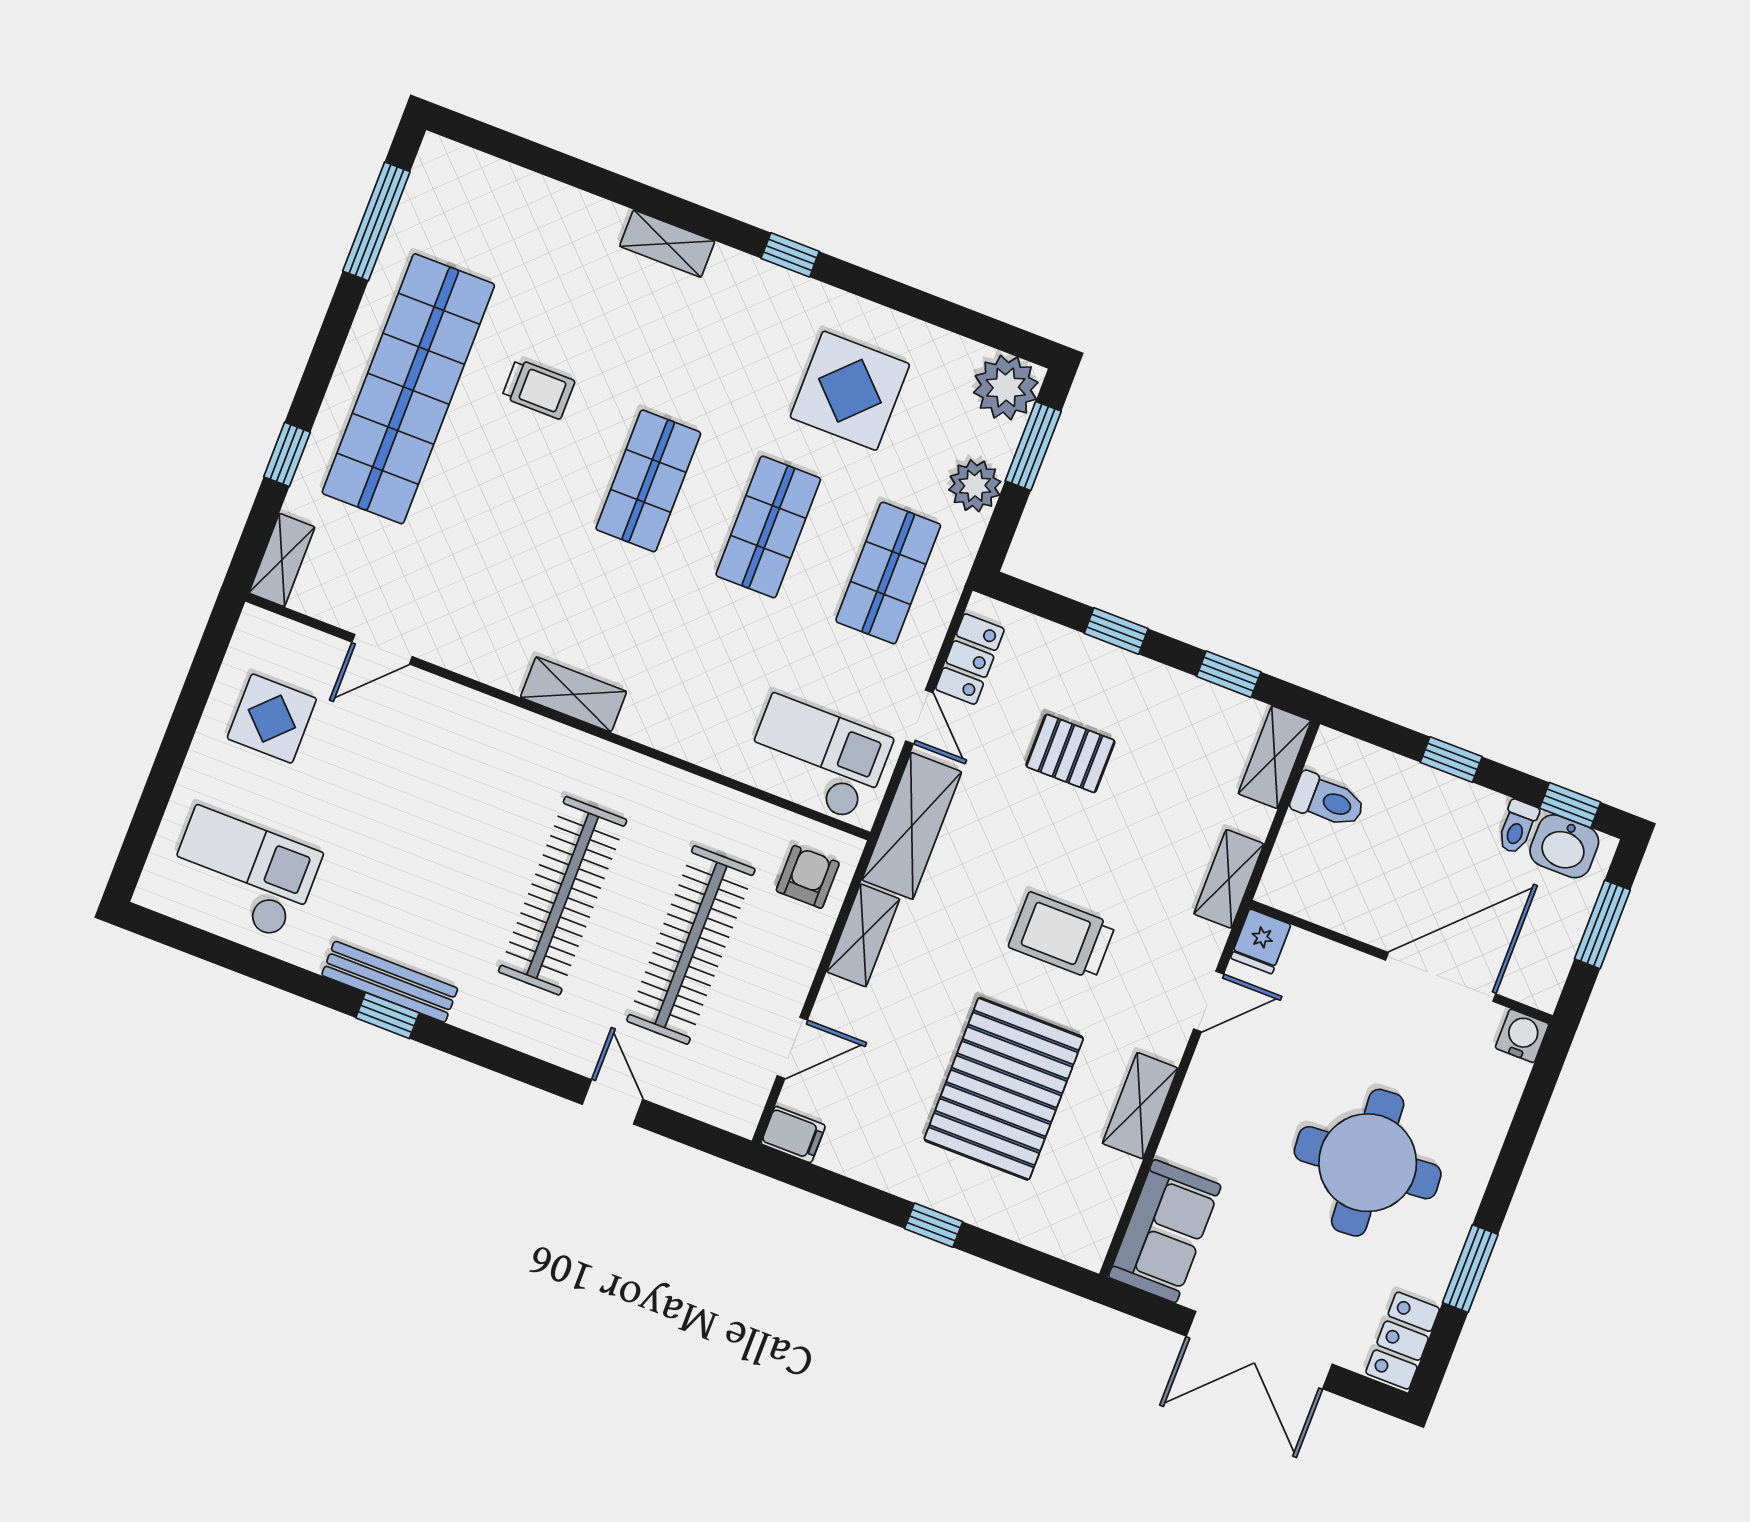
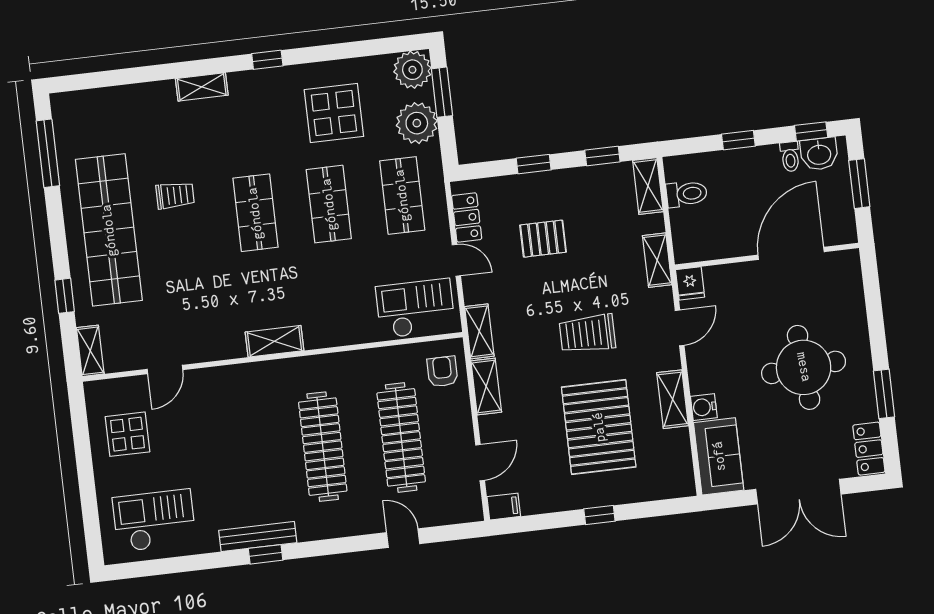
plant: (975, 486) -> (417, 123), width x1.36, depth x1.36
shelving: (912, 826) -> (479, 331), width x0.67, depth x0.75
water cooler: (1522, 1036) -> (704, 407), moved, turned -90

